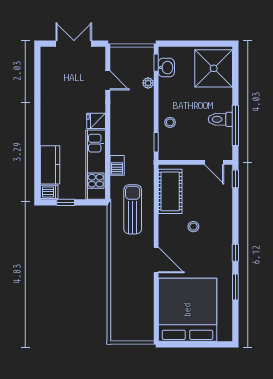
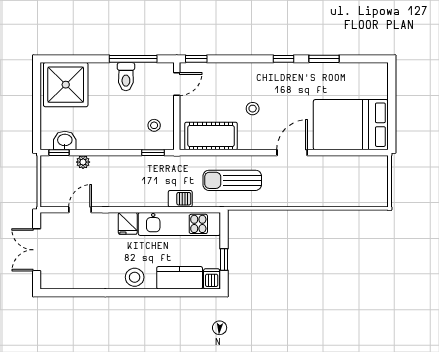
stool: (170, 122) -> (154, 125), moved
stool: (51, 127) -> (135, 277), added
bed: (187, 310) -> (351, 125), width x0.73

